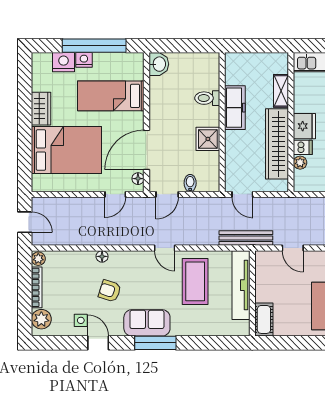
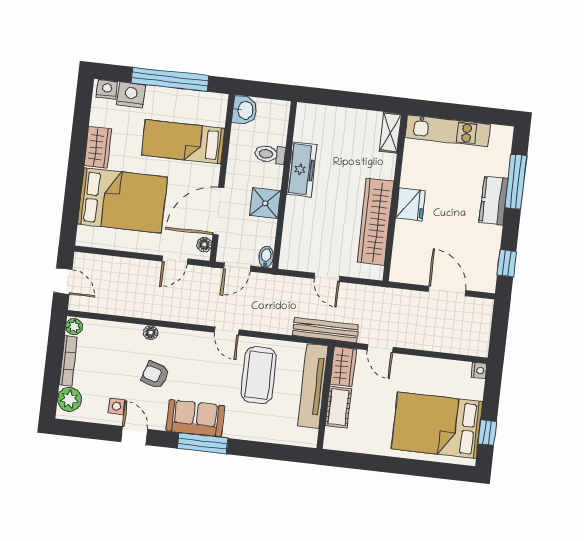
nightstand: (84, 60) -> (107, 89), moved
shelving: (281, 91) -> (390, 132), moved
toilet: (207, 98) -> (270, 154), moved
freezer: (235, 108) -> (302, 169), moved
wall: (222, 122) -> (284, 185), moved
shower: (208, 139) -> (265, 203), moved
dishwasher: (303, 147) -> (406, 230), removed
plant: (300, 163) -> (400, 247), removed
wardrobe: (264, 266) -> (343, 367), added
cot: (264, 319) -> (338, 407), moved

